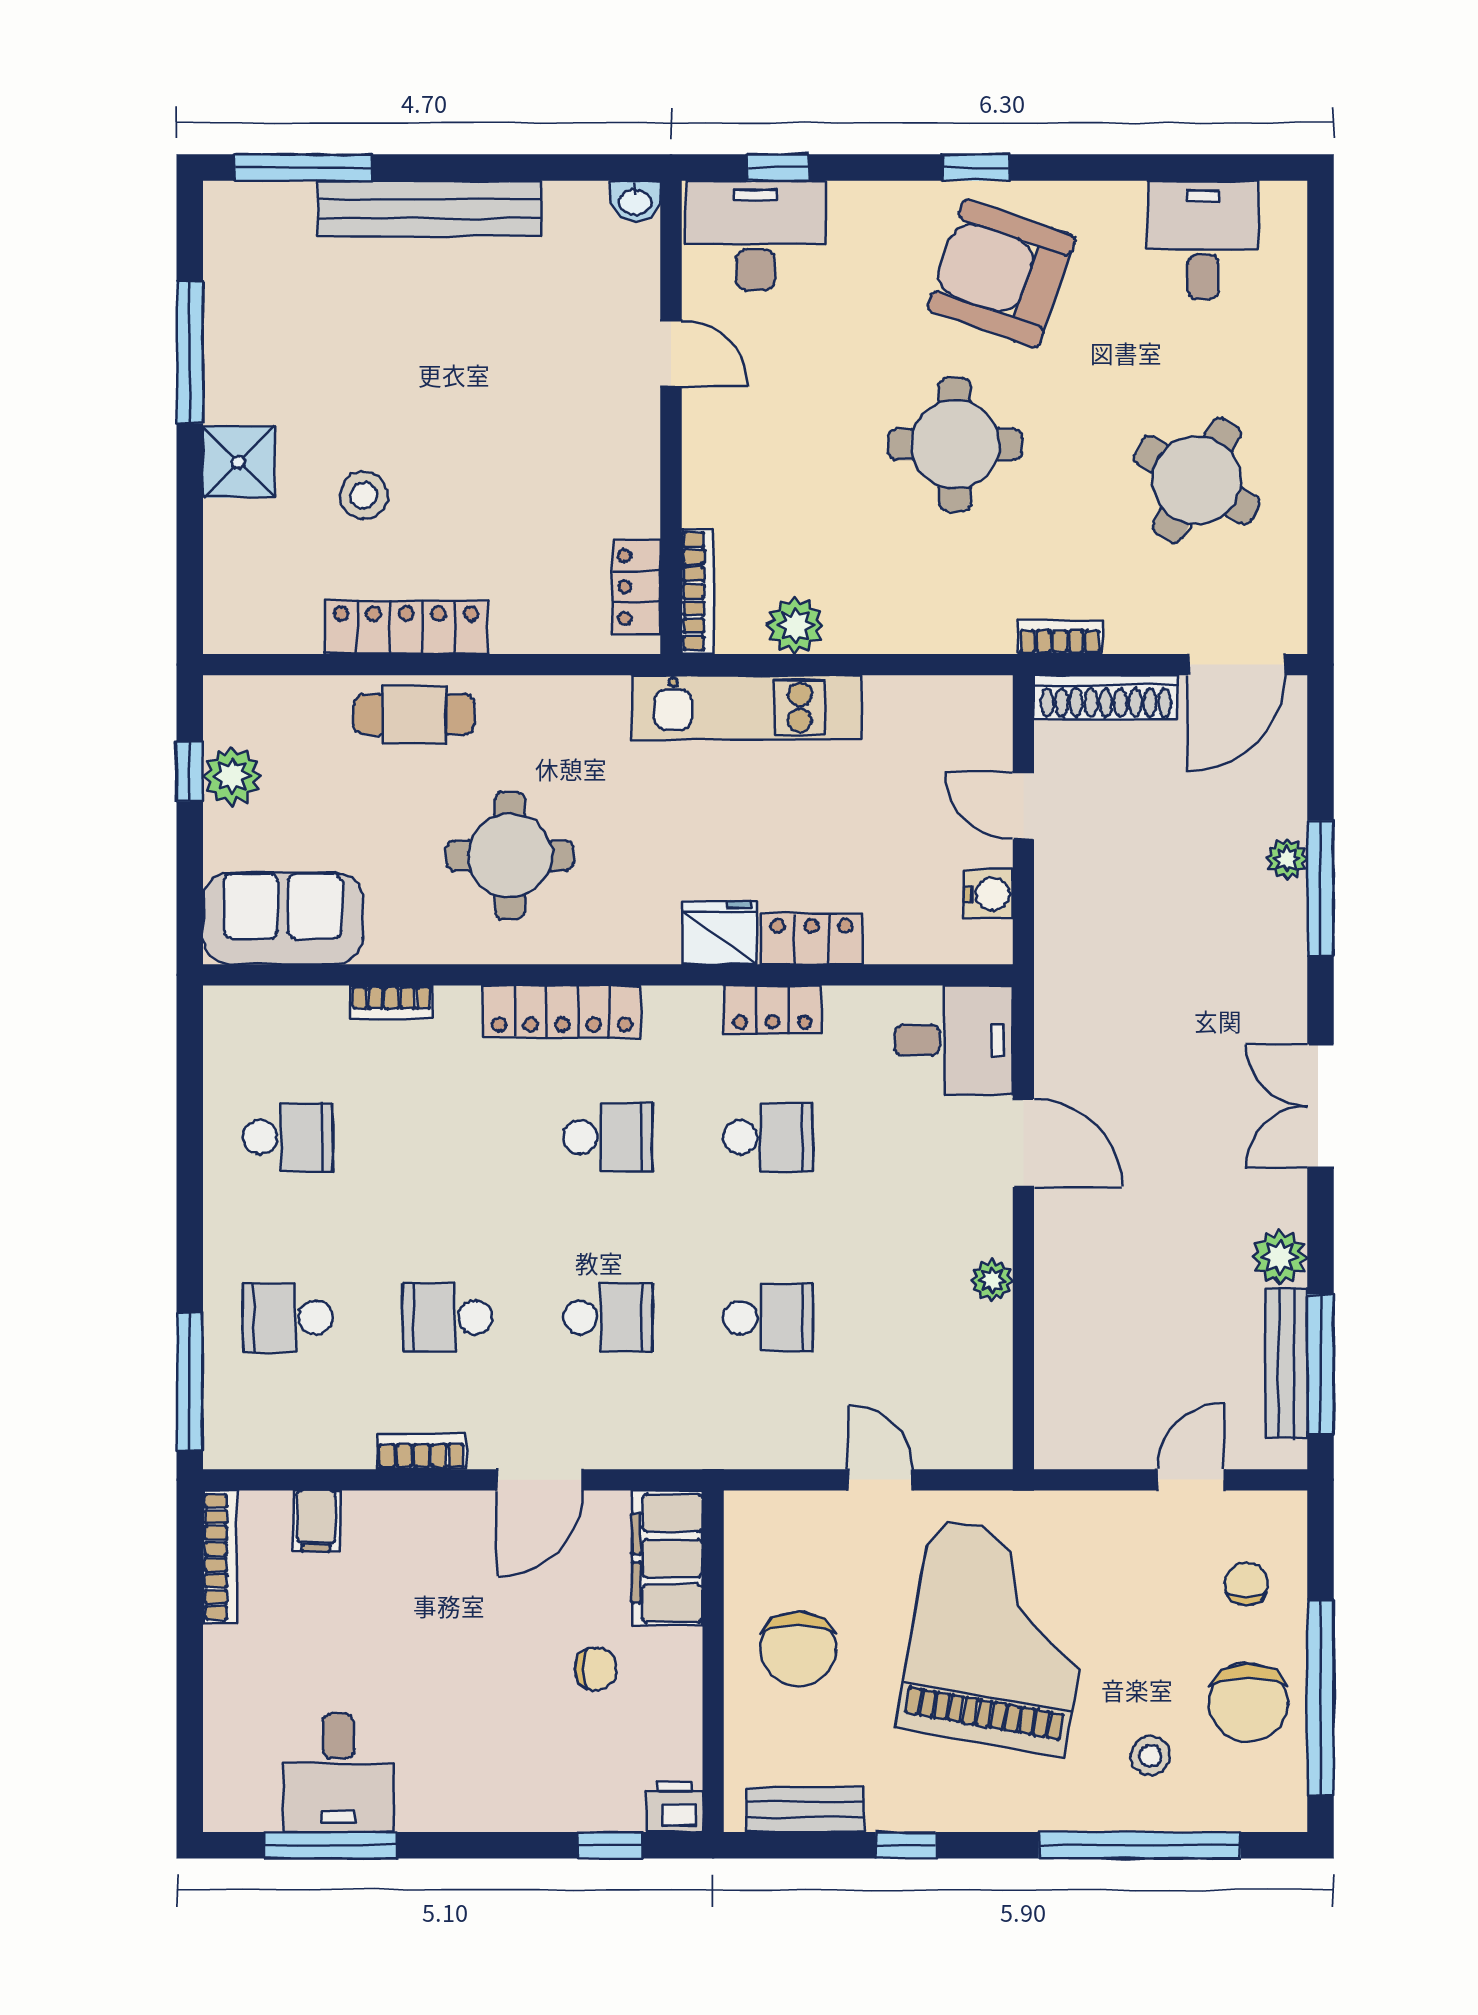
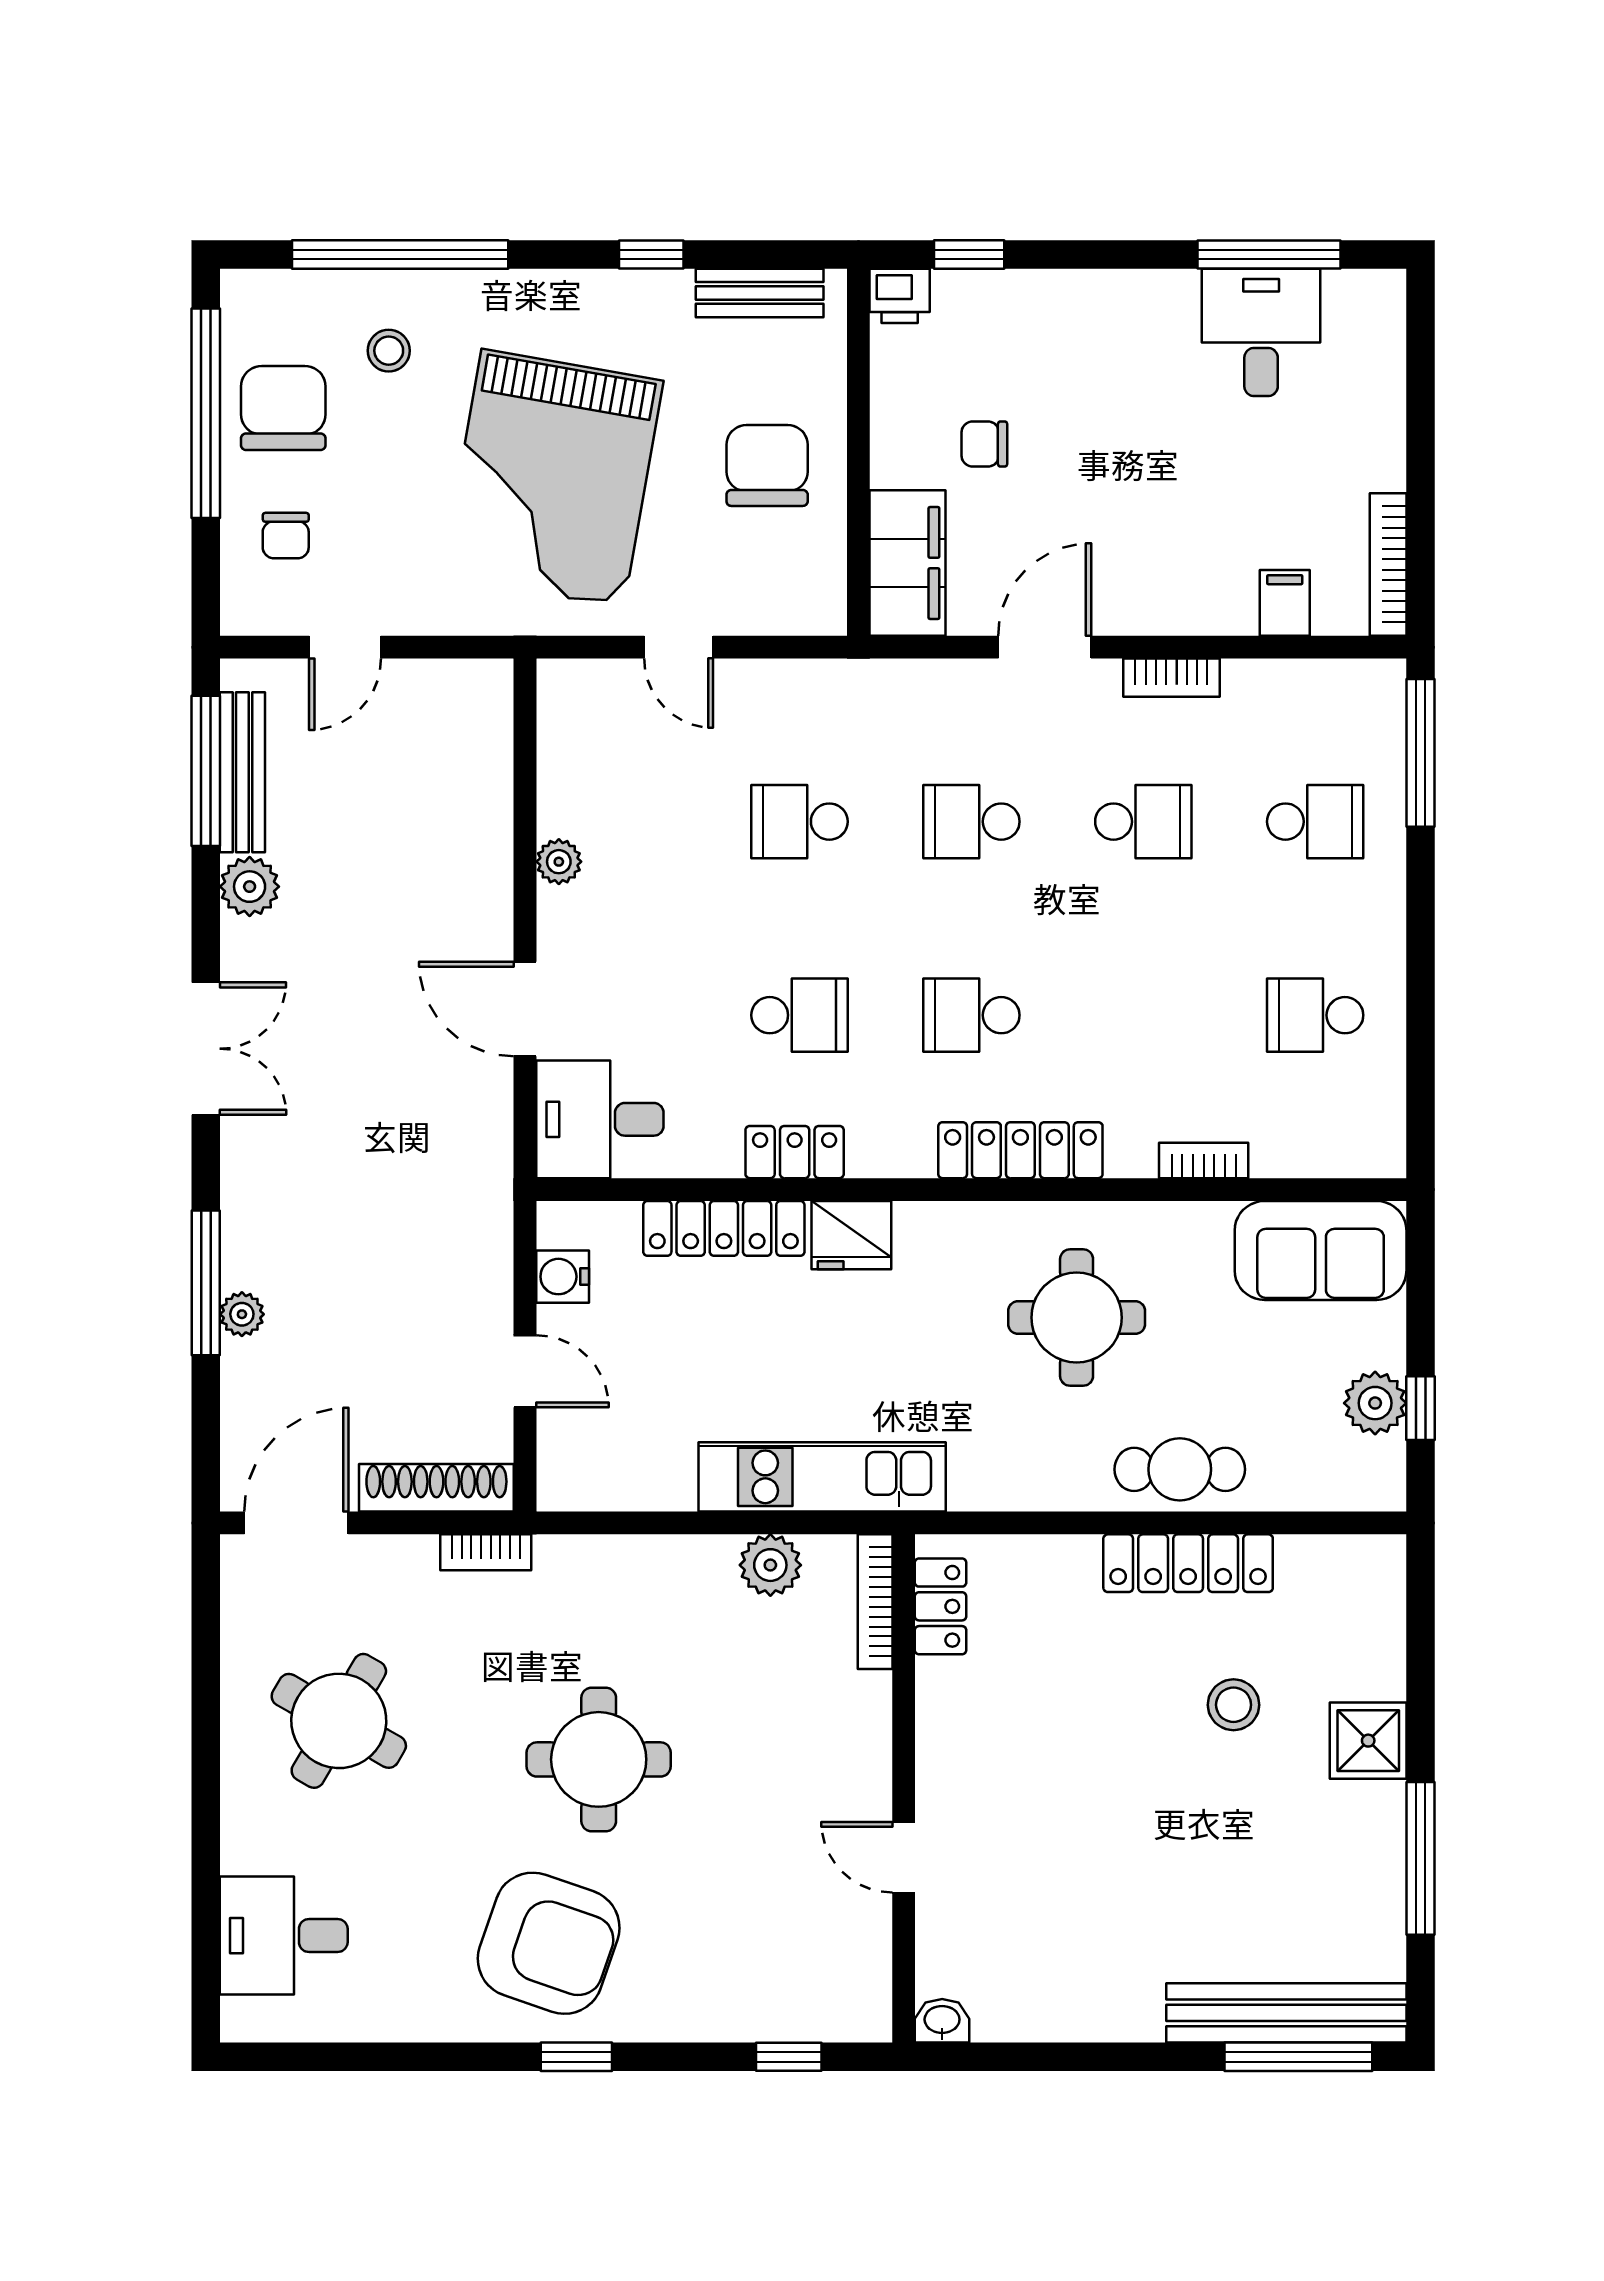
bench: (430, 208) -> (1286, 2013), moved
desk: (755, 236) -> (813, 1984), removed
desk: (1203, 240) -> (284, 1936), moved, turned 90
locker: (812, 939) -> (724, 1228), width x1.53
school desk: (768, 1137) -> (799, 1015), turned 180

